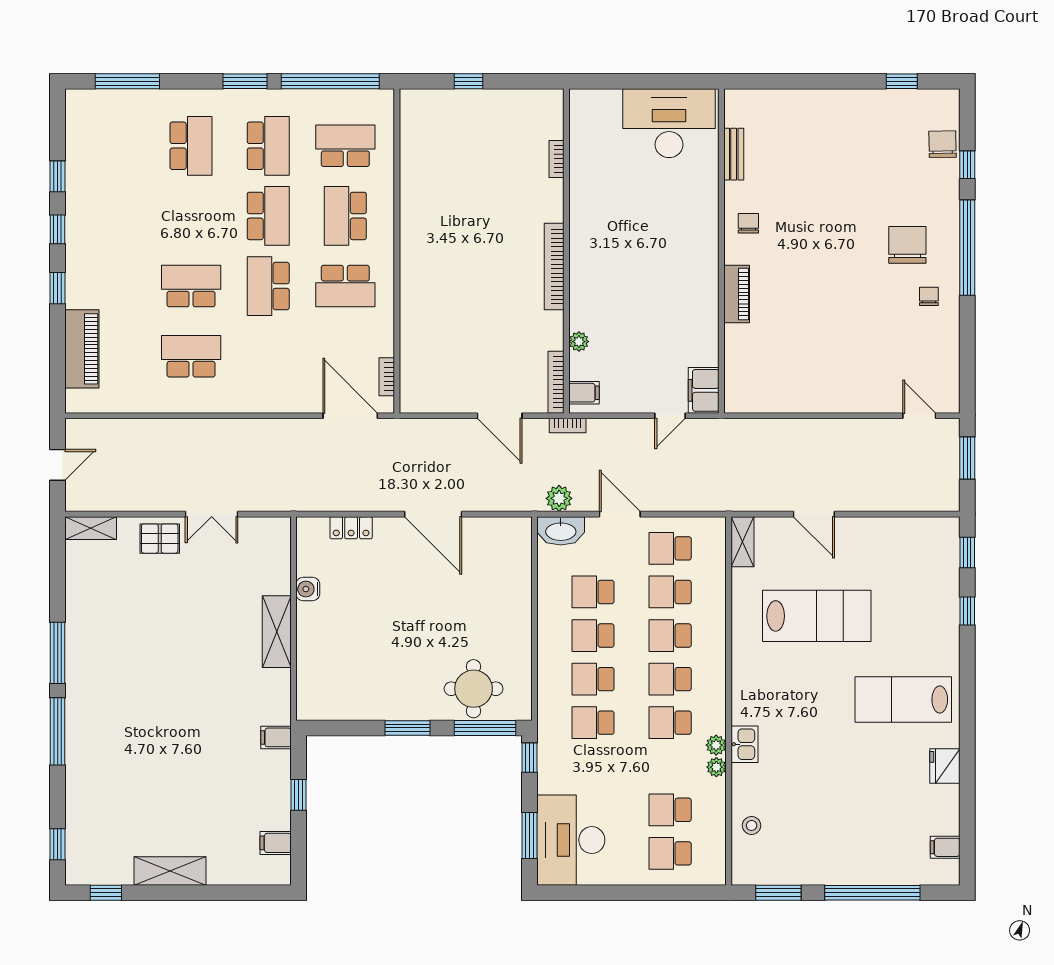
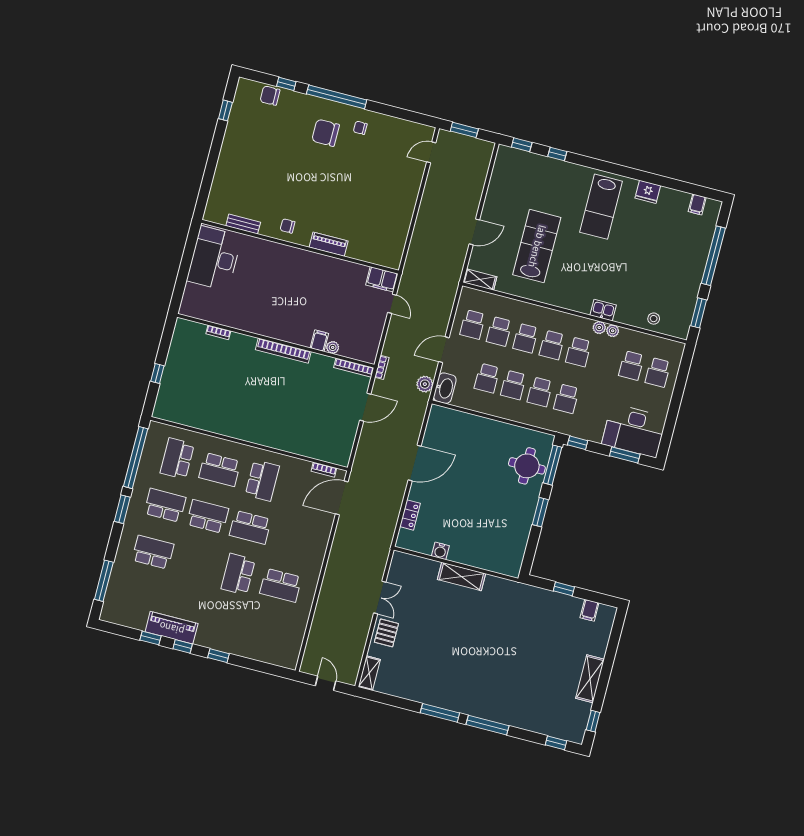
piano: (82, 349) -> (172, 628), moved
school desk: (191, 356) -> (281, 585), turned -90
filing cabinet: (584, 393) -> (319, 341), moved
filing cabinet: (276, 737) -> (525, 594), removed

